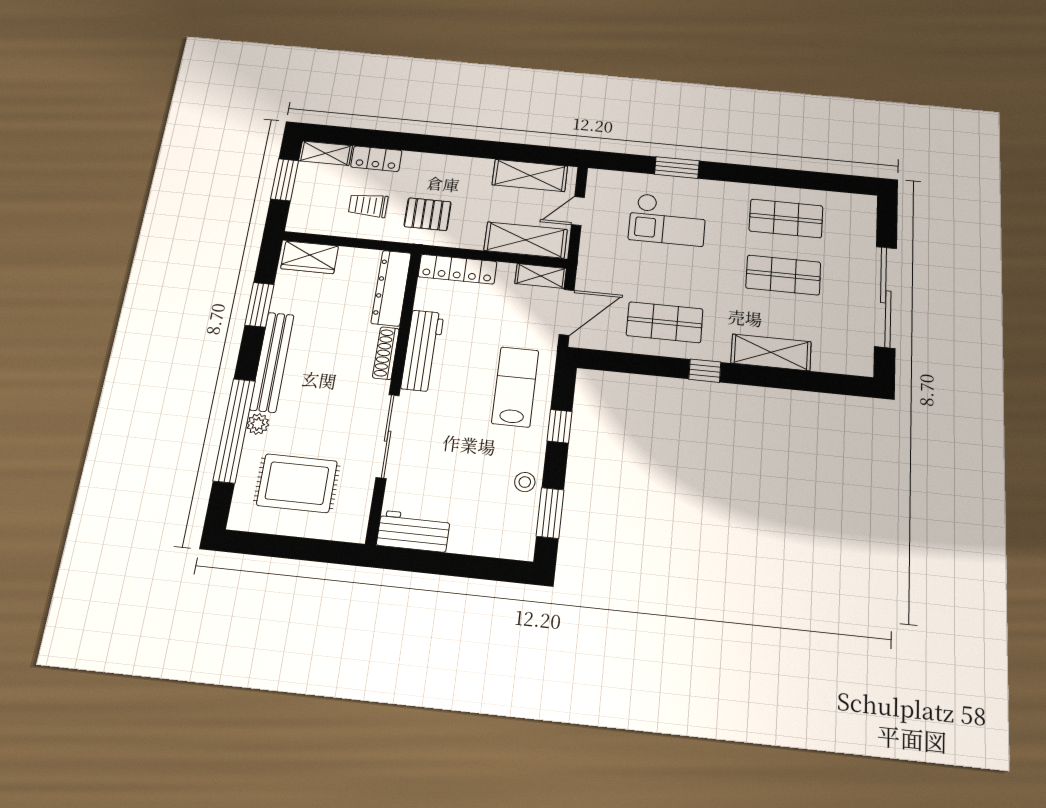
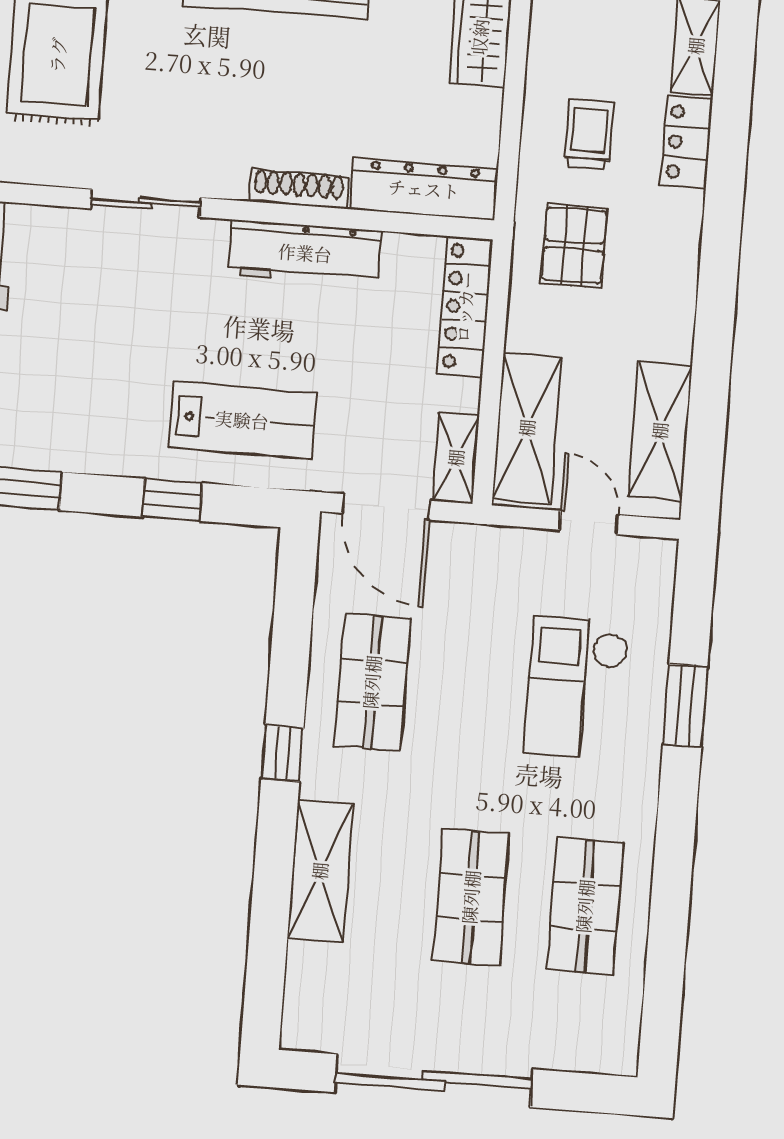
sliding door: (388, 436) -> (146, 203), width x0.73
stool: (525, 482) -> (71, 443), removed

